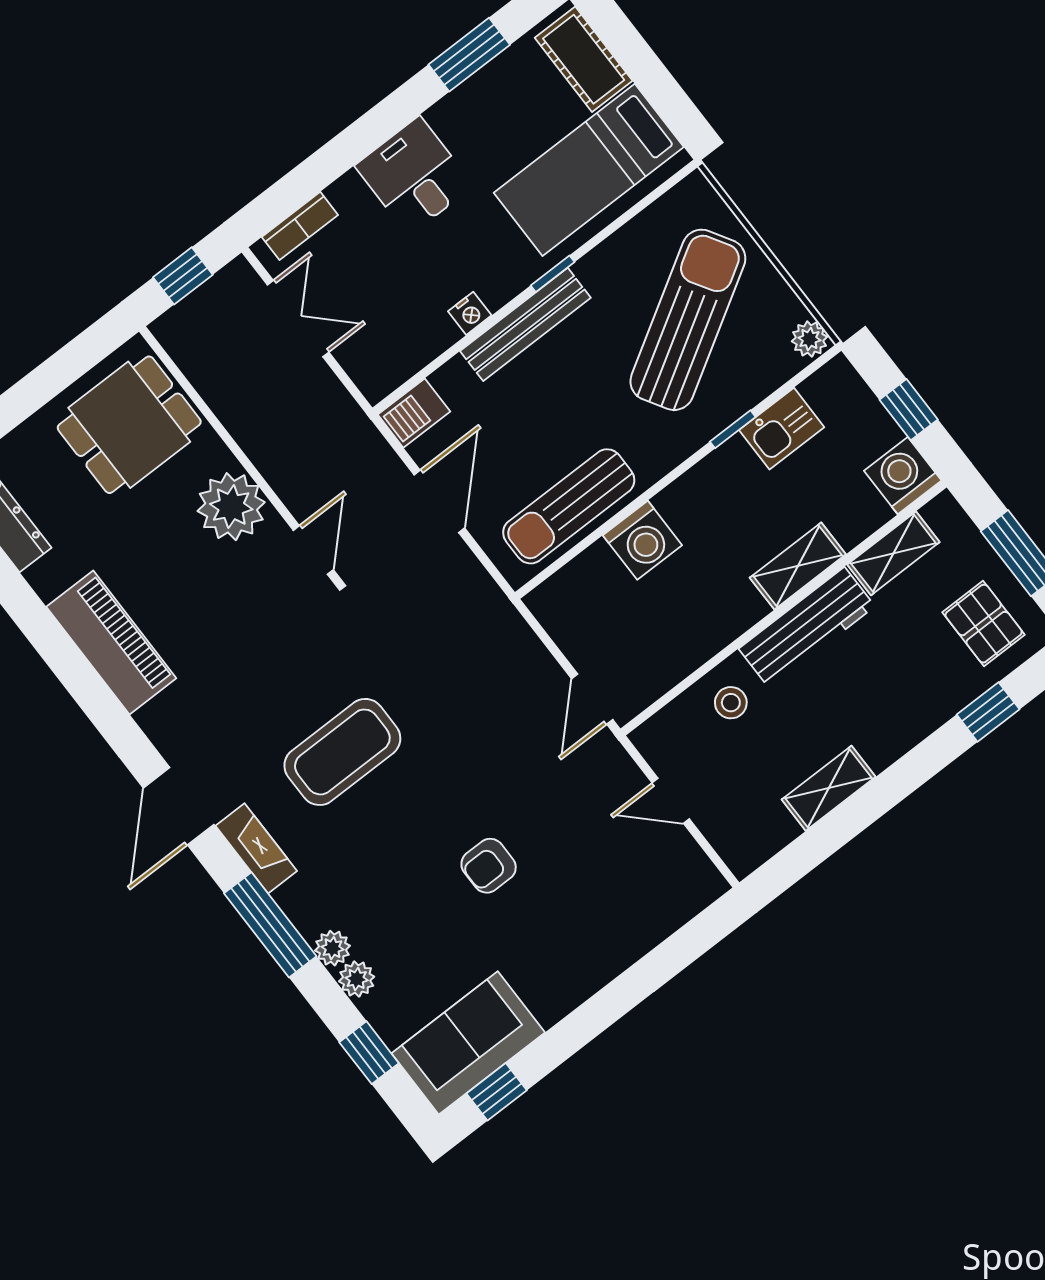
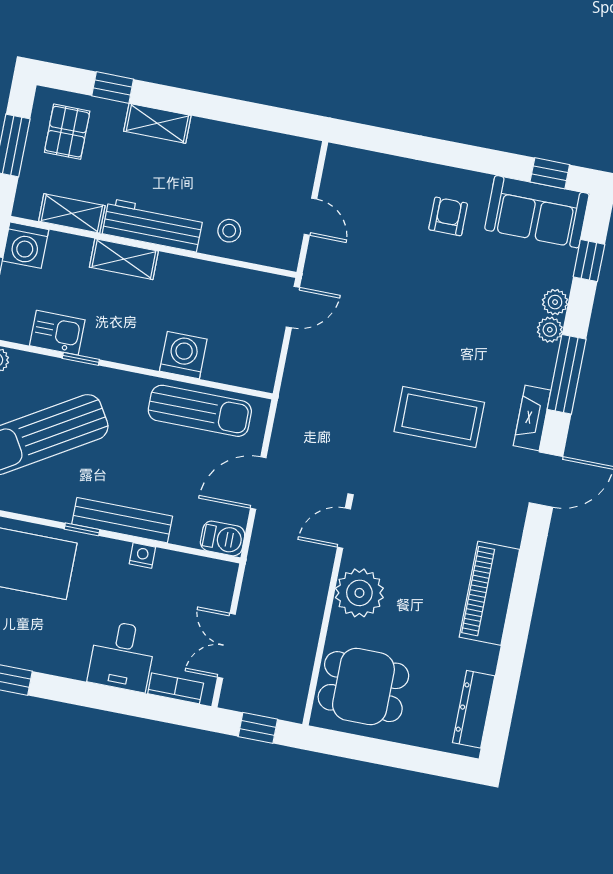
desk: (414, 176) -> (122, 656), moved
shelving: (829, 788) -> (157, 123), moved
armchair: (489, 866) -> (448, 216), moved, turned -90

